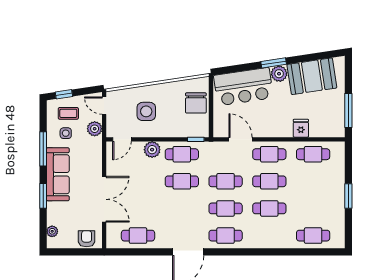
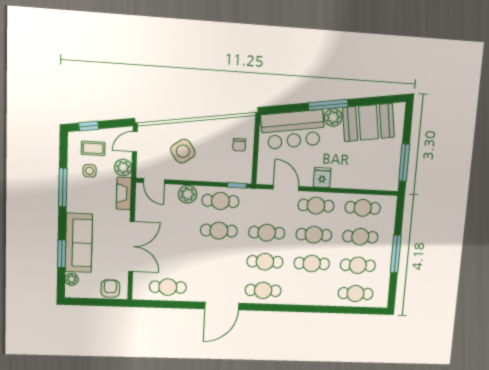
window: (274, 63) -> (328, 105), width x1.44
chair: (196, 103) -> (239, 145), width x0.54, depth x0.54
door: (104, 106) -> (135, 142), hinge flipped
side table: (146, 111) -> (183, 151), turned -36
fridge: (301, 128) -> (322, 178), moved
door: (122, 139) -> (154, 181), hinge flipped
fireplace: (96, 152) -> (124, 193), added
sofa: (58, 174) -> (79, 243), moved
cafe table: (313, 181) -> (360, 237), added
window: (43, 196) -> (62, 254), moved
window: (348, 196) -> (396, 254), width x1.44
cafe table: (313, 208) -> (358, 265), added

